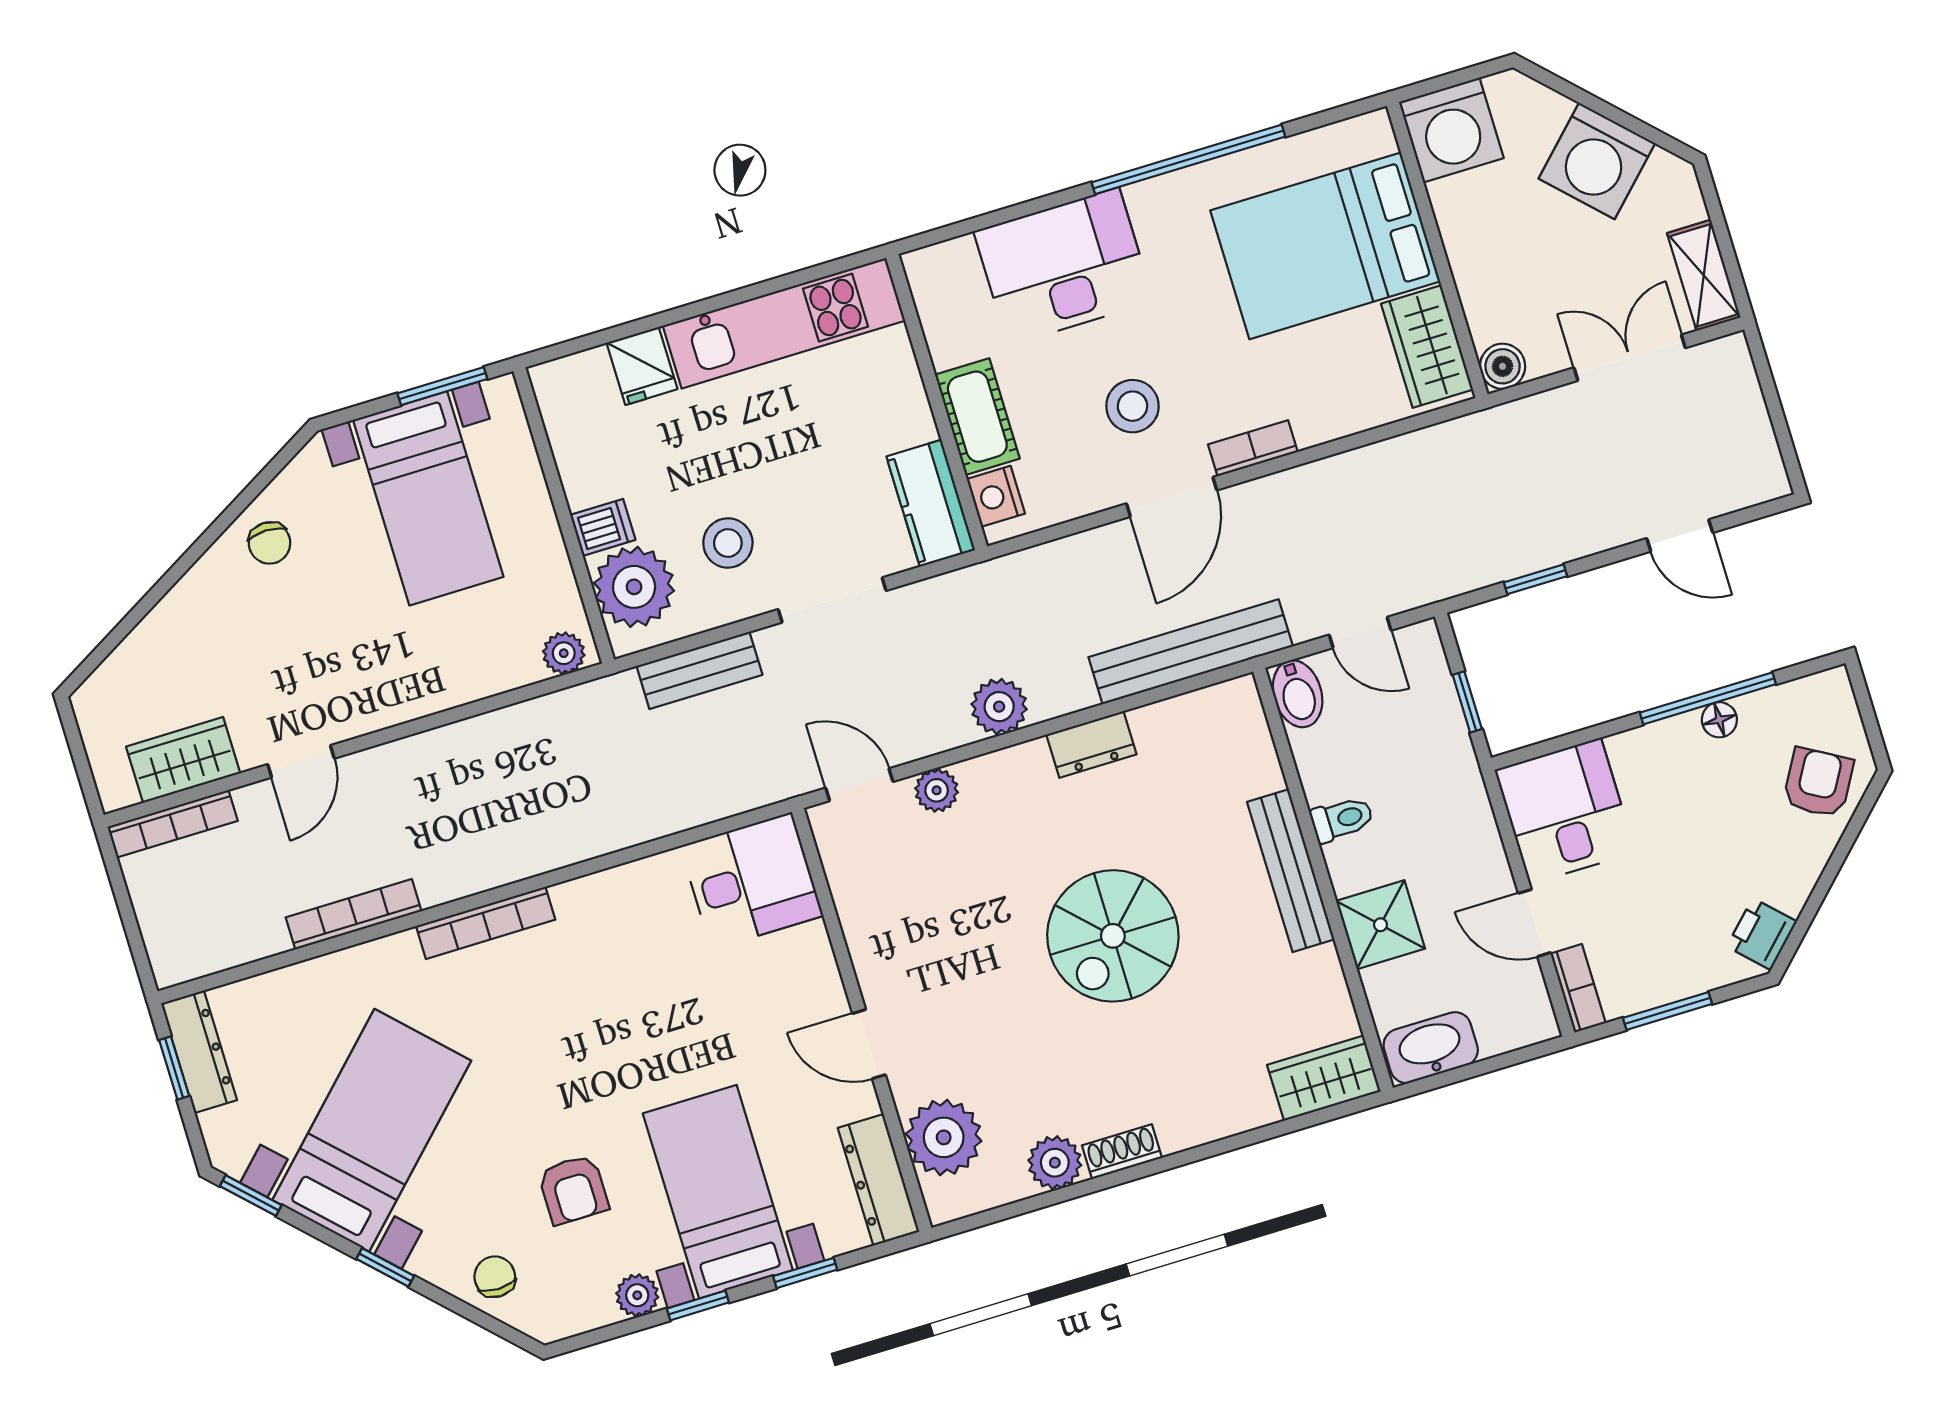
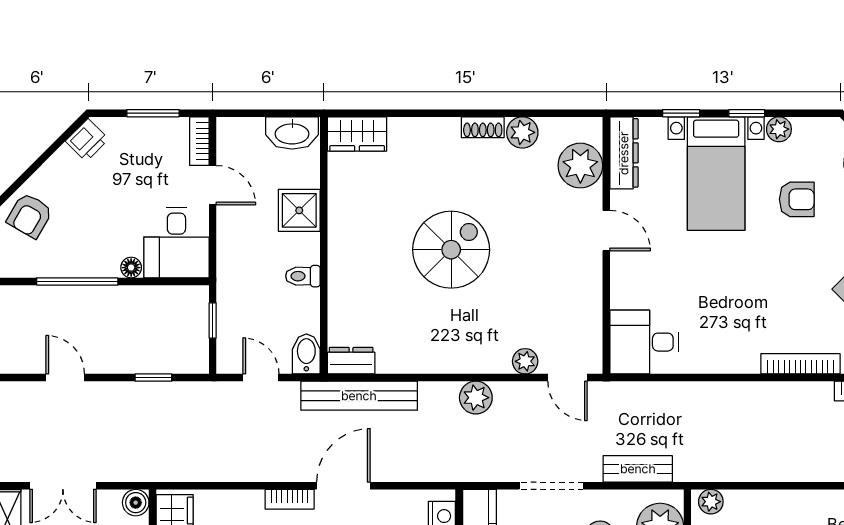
floor lamp: (1719, 720) -> (131, 268), moved
dresser: (1091, 744) -> (351, 361), moved
bench: (1291, 871) -> (340, 256), removed
armchair: (573, 1190) -> (797, 199), turned 90

